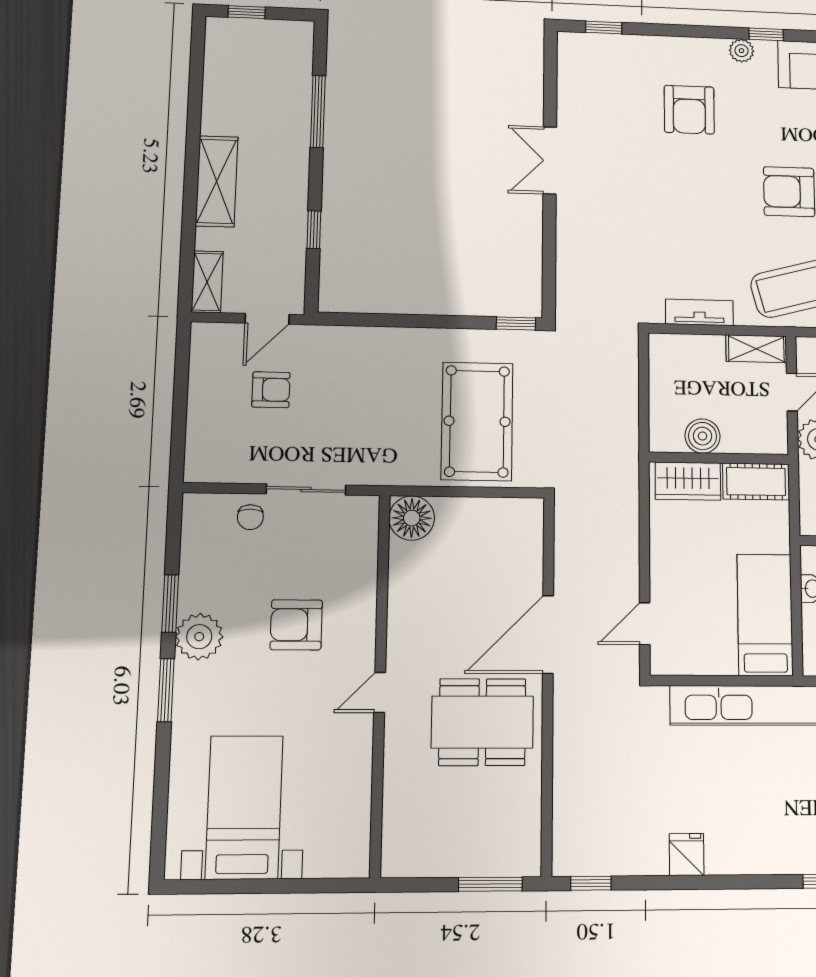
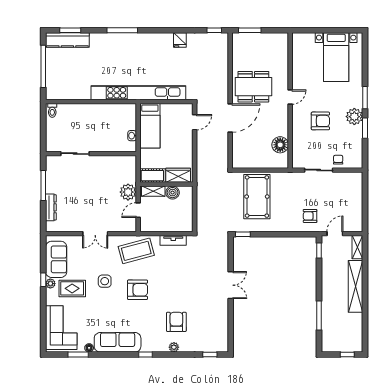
plant: (741, 51) -> (174, 347), moved
double door: (550, 160) -> (231, 285), moved
shelving: (217, 181) -> (356, 286), width x1.47
window: (314, 230) -> (319, 250), moved
shelving: (756, 349) -> (153, 191), moved
armchair: (271, 390) -> (310, 216), moved
floor lamp: (412, 518) -> (280, 145), moved

